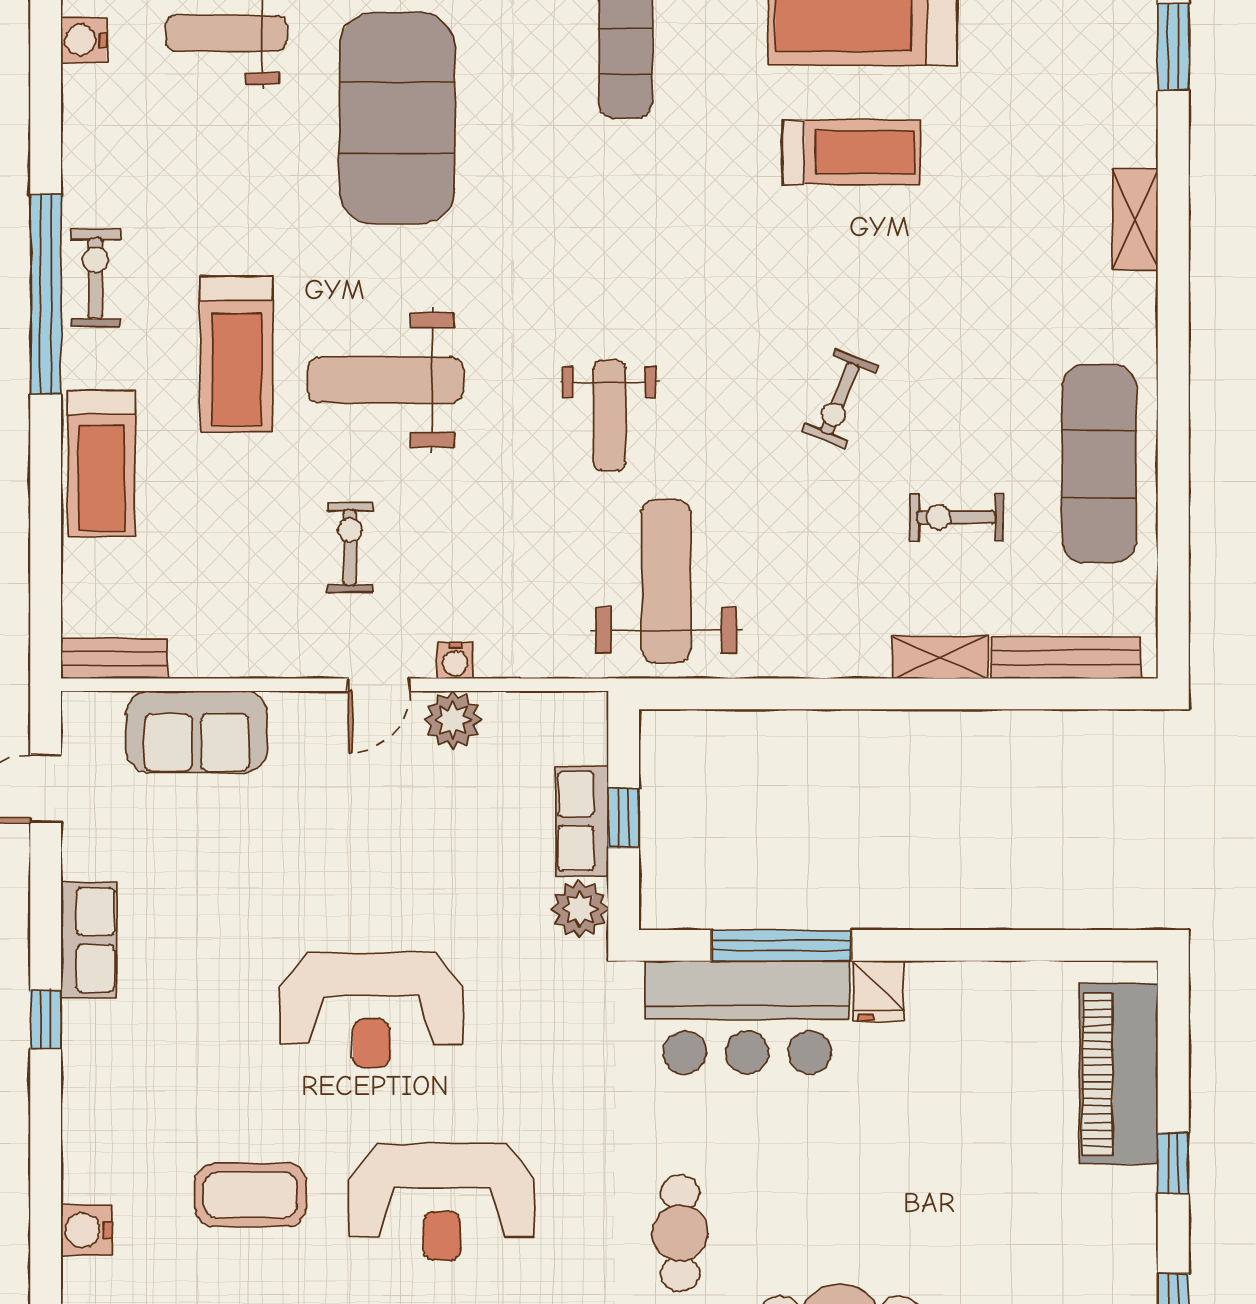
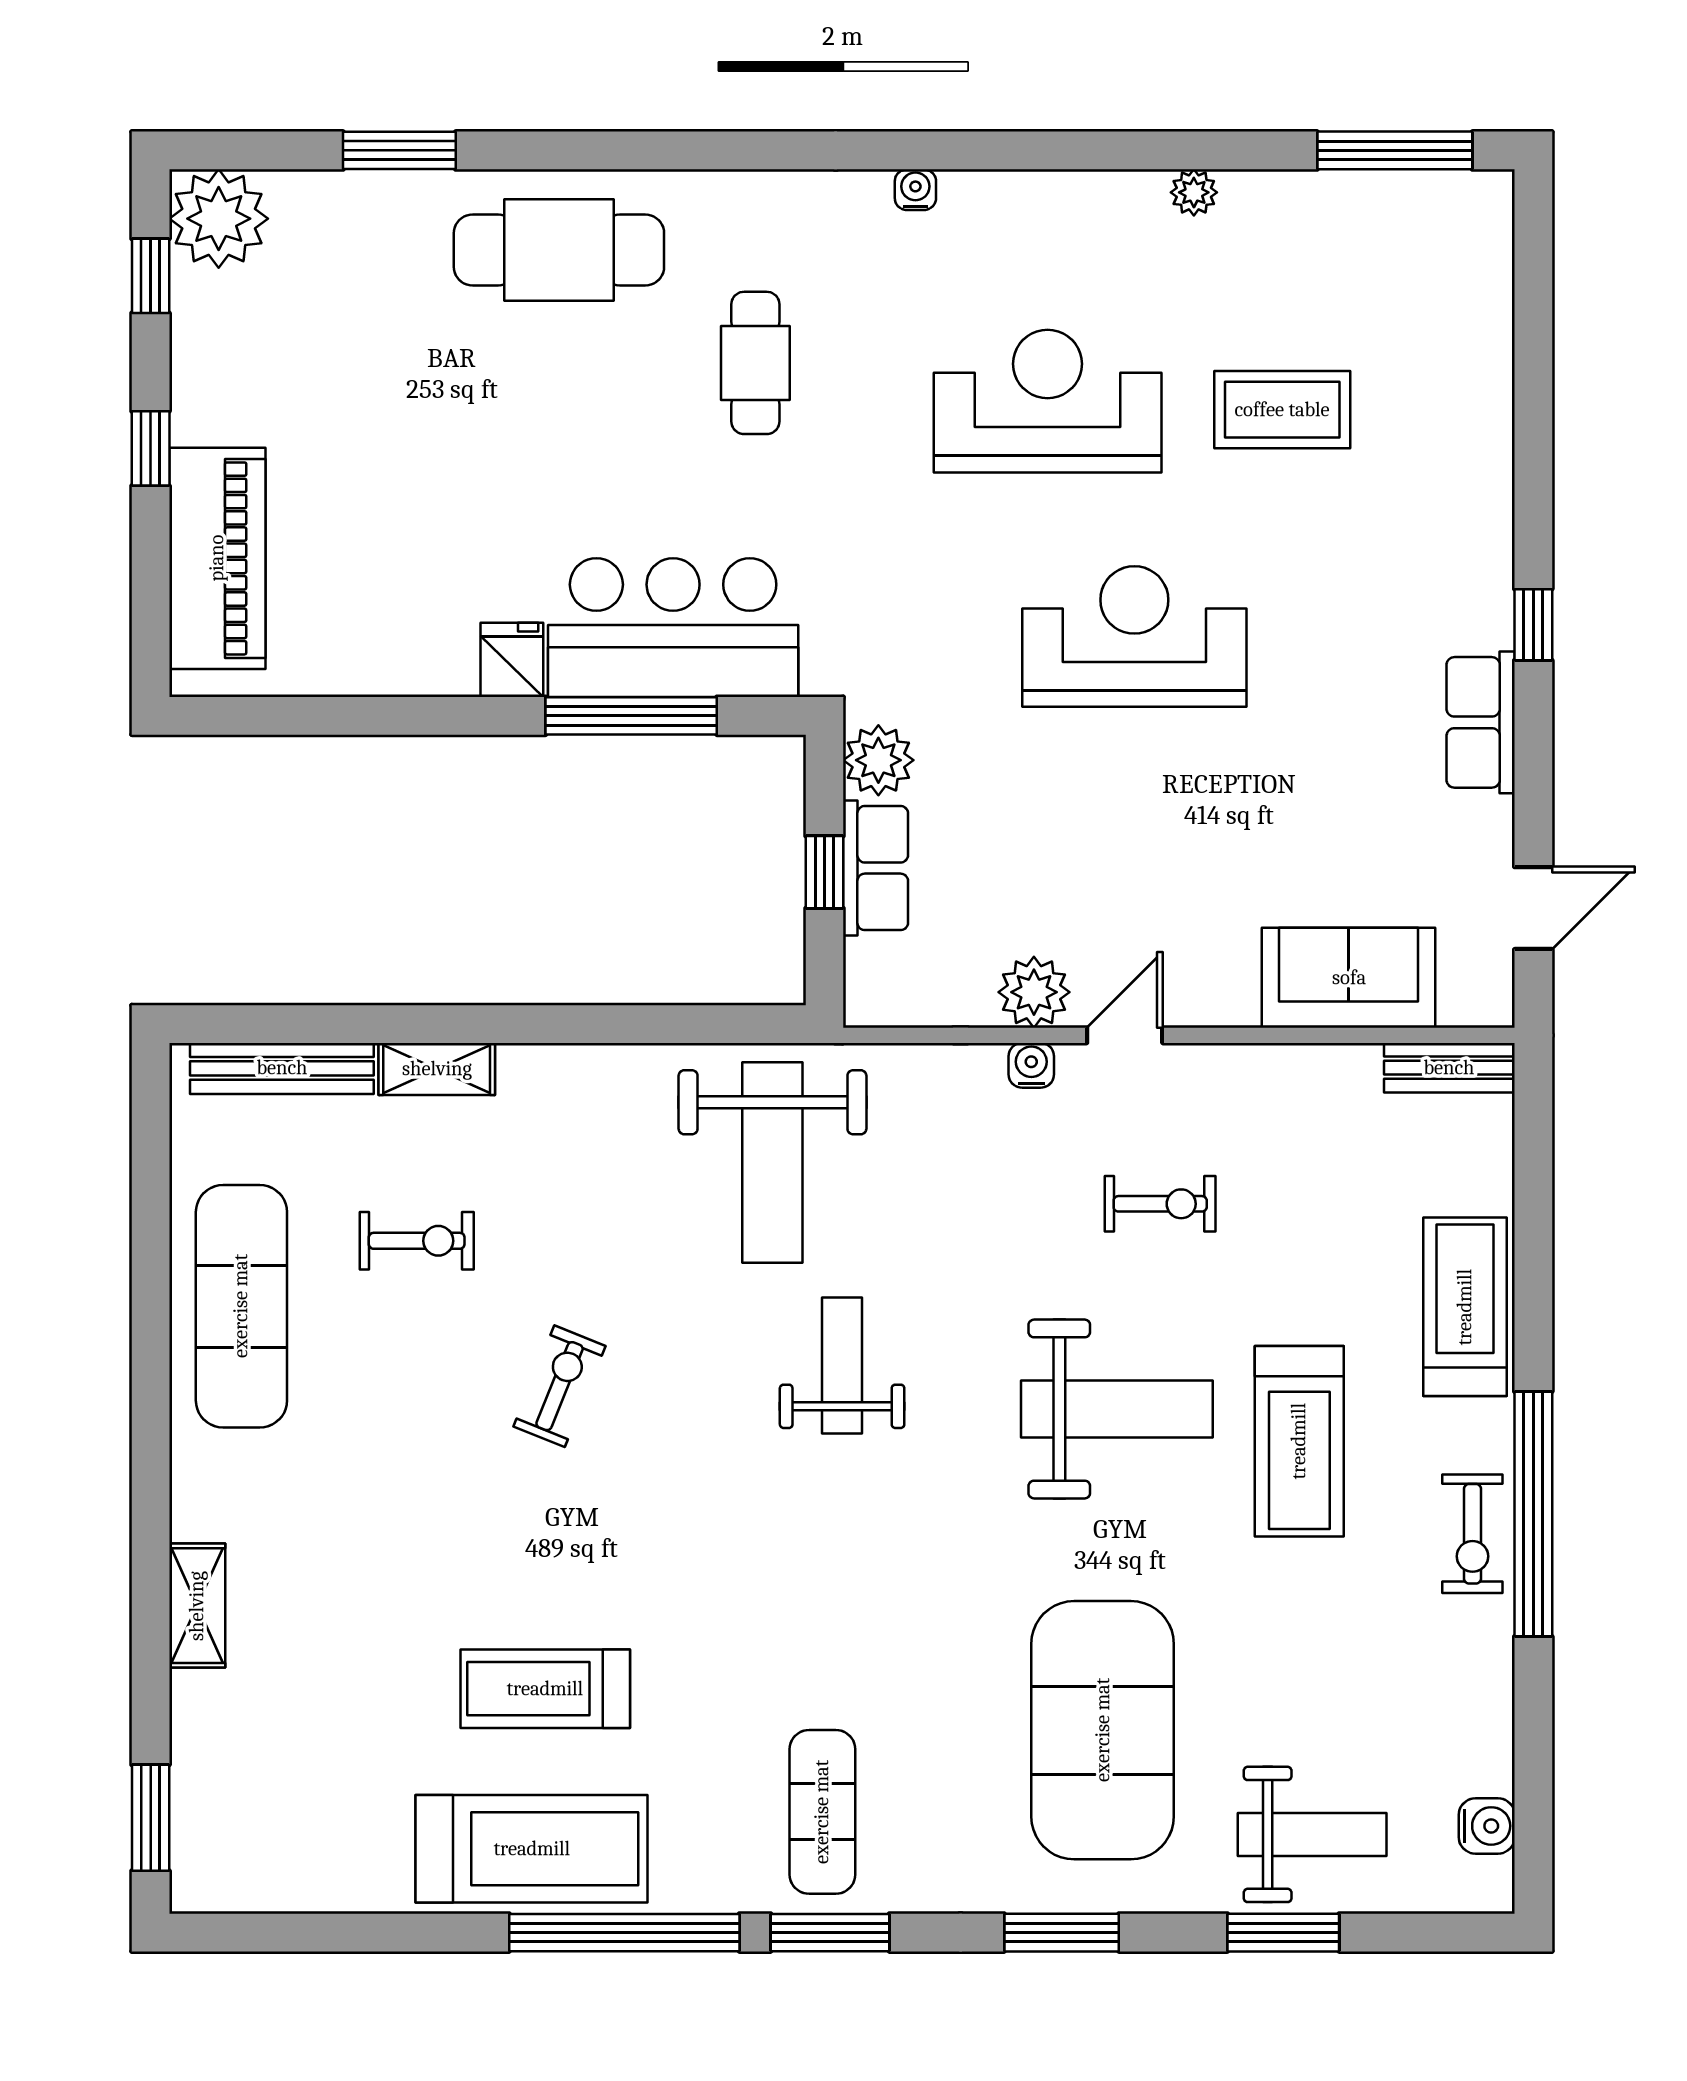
treadmill: (237, 354) -> (1299, 1441), turned 180
exercise bike: (350, 547) -> (1160, 1204), turned -90
water cooler: (87, 1230) -> (1483, 366), removed

